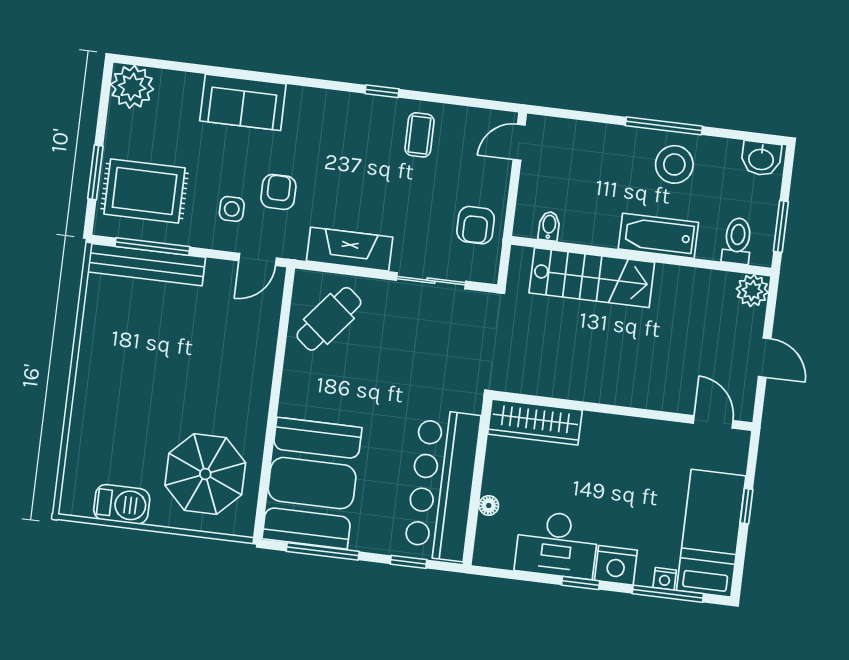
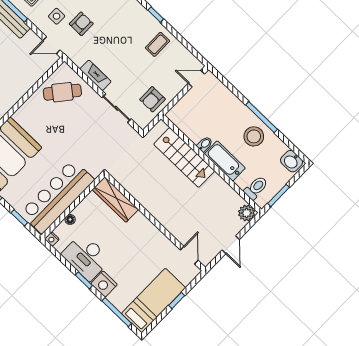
bidet: (549, 226) -> (205, 144), moved
fireplace: (350, 249) -> (96, 75), width x0.73, depth x0.76
nightstand: (665, 579) -> (52, 239), moved

